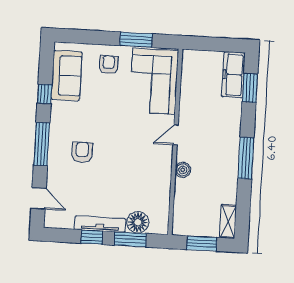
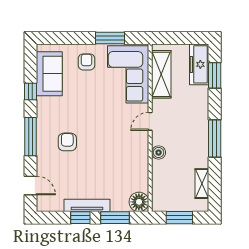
shelving: (191, 83) -> (161, 74), added
floor lamp: (138, 222) -> (139, 202), moved
shelving: (228, 222) -> (202, 184), moved

